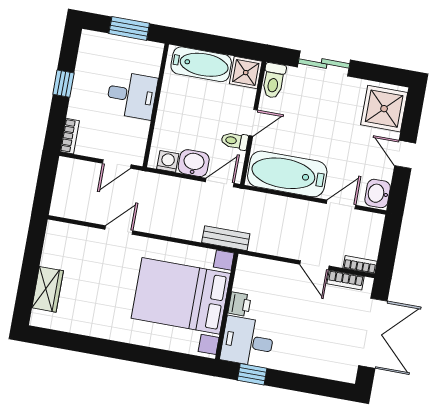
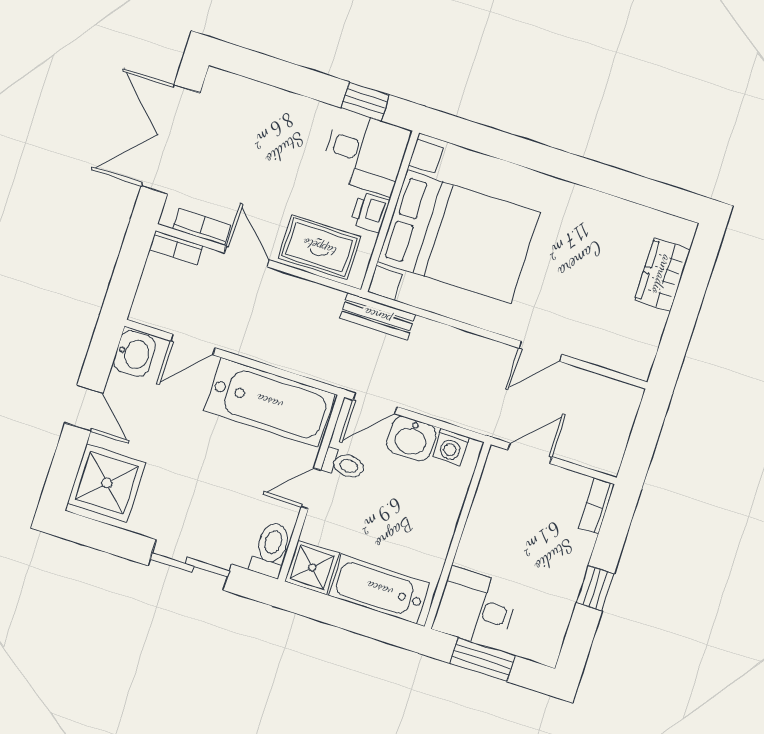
desk: (132, 95) -> (476, 608), moved
rug: (269, 277) -> (319, 247), added

